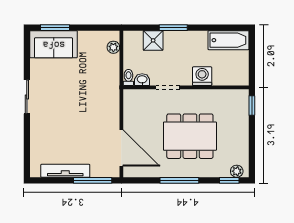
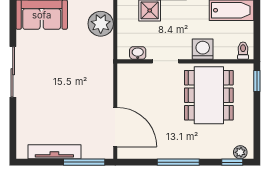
plant: (113, 47) -> (101, 24), width x1.87, depth x1.87
toilet: (128, 77) -> (243, 51), moved
sliding door: (27, 97) -> (13, 72), width x1.37
dining table: (190, 136) -> (209, 95), moved, turned 90

